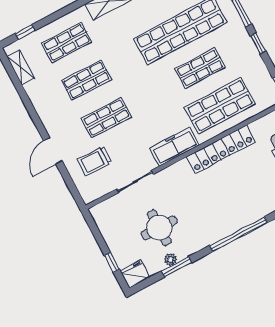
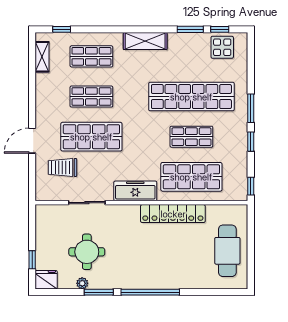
shop shelf: (106, 118) -> (91, 137), width x1.43, depth x1.36
window: (177, 267) -> (99, 292), moved

